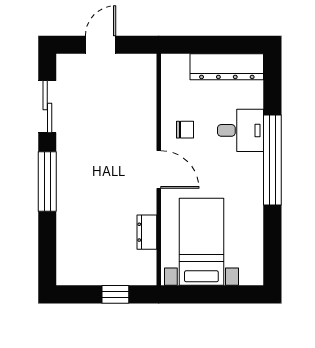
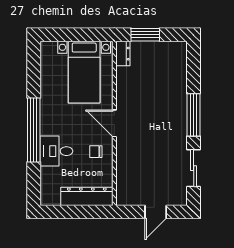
dresser: (227, 67) -> (87, 196), moved
dresser: (147, 232) -> (123, 54), moved
window: (115, 294) -> (145, 35), width x1.50

